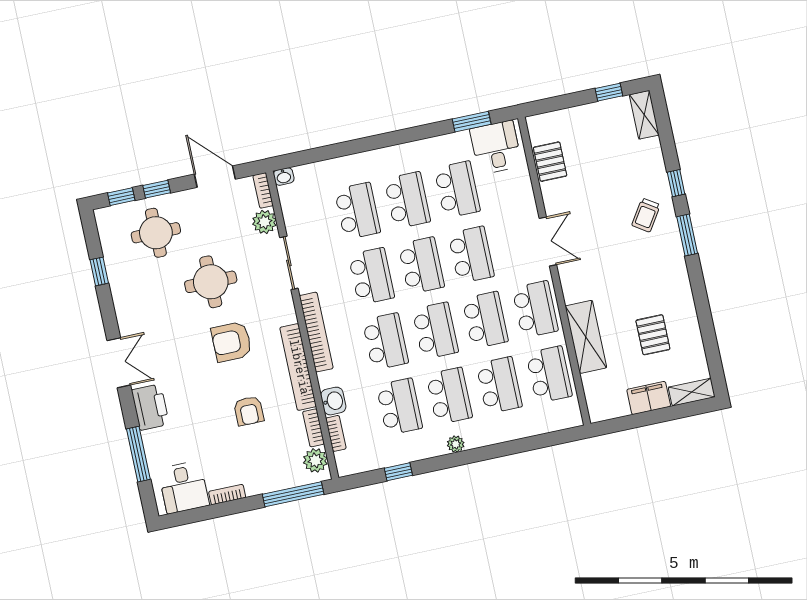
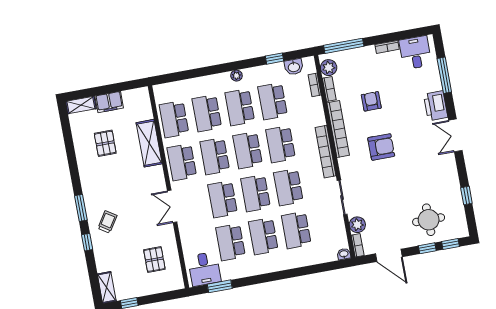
pallet: (550, 162) -> (154, 259), moved
round table: (211, 282) -> (394, 187), removed
washbasin: (333, 401) -> (294, 67), moved, turned -90

